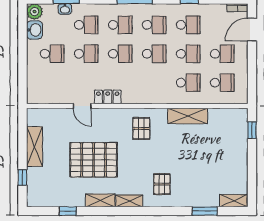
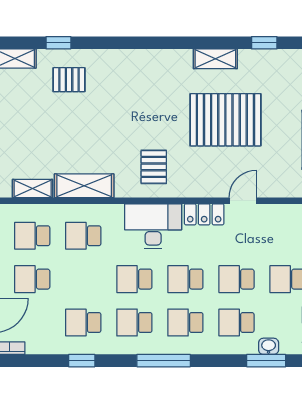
school desk: (188, 54) -> (83, 279), removed
desk: (142, 89) -> (153, 226), added
door: (82, 106) -> (243, 201), hinge flipped
pallet: (162, 184) -> (69, 80), moved, turned 90
shelving: (129, 201) -> (33, 189), moved
window: (205, 211) -> (58, 43), width x0.67

